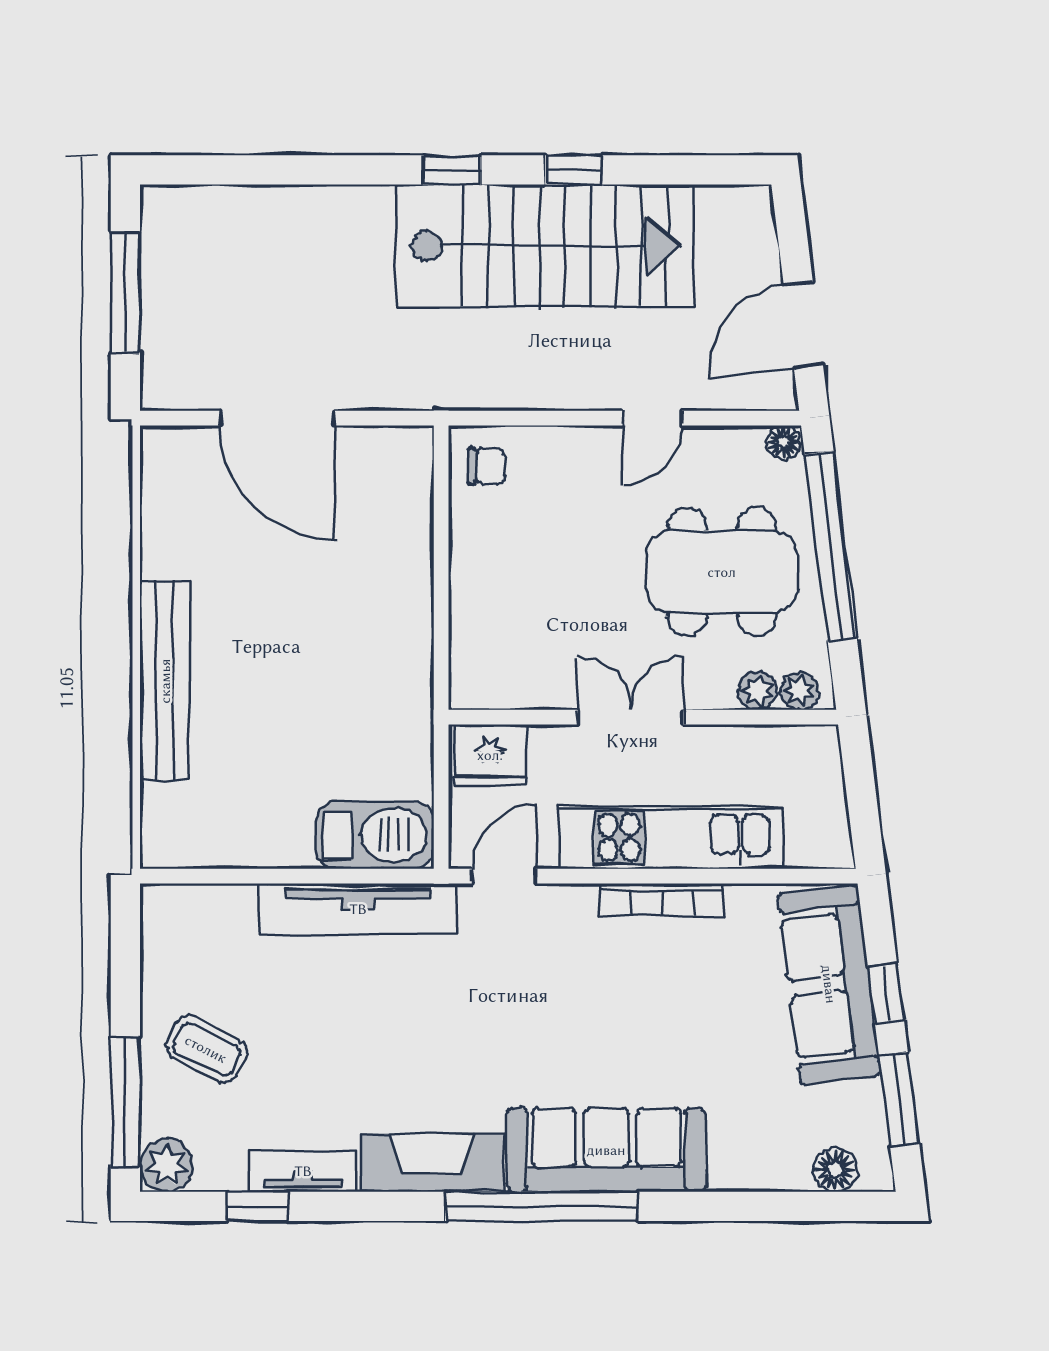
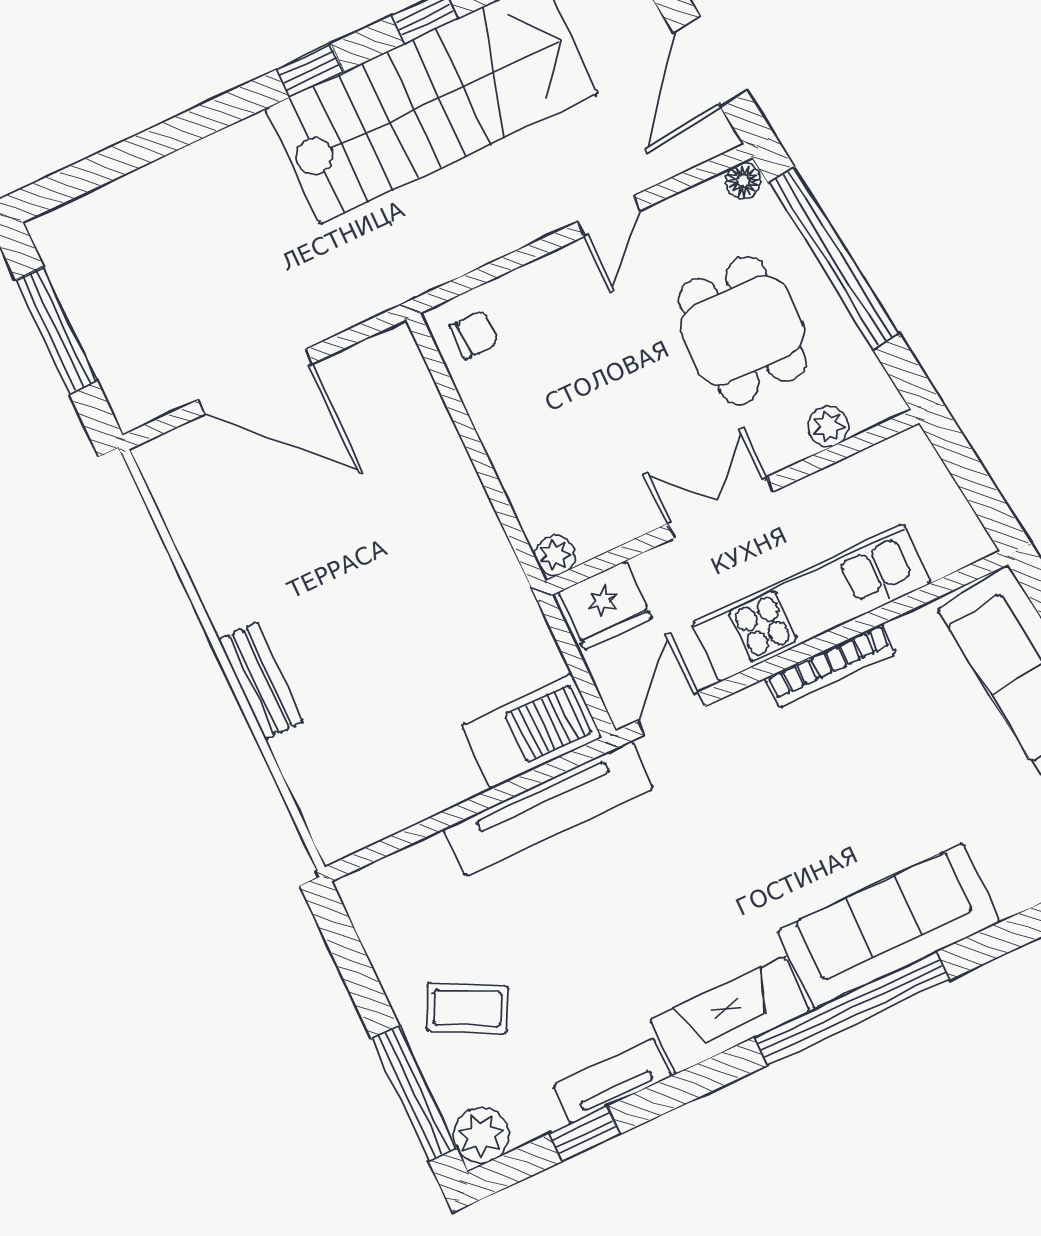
dining table: (722, 572) -> (742, 330), width x0.73
bench: (165, 681) -> (261, 681), width x0.54, depth x0.82
plant: (799, 691) -> (555, 555), moved

